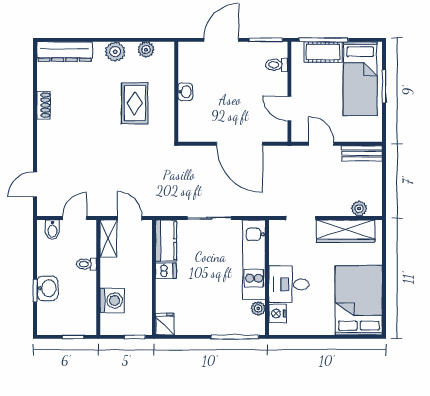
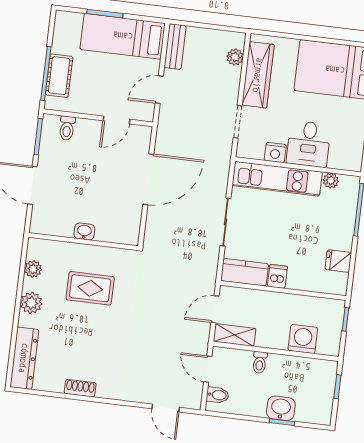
bed: (360, 79) -> (123, 36), moved, turned 180
nightstand: (277, 314) -> (275, 152), moved
fridge: (165, 324) -> (338, 261), moved

